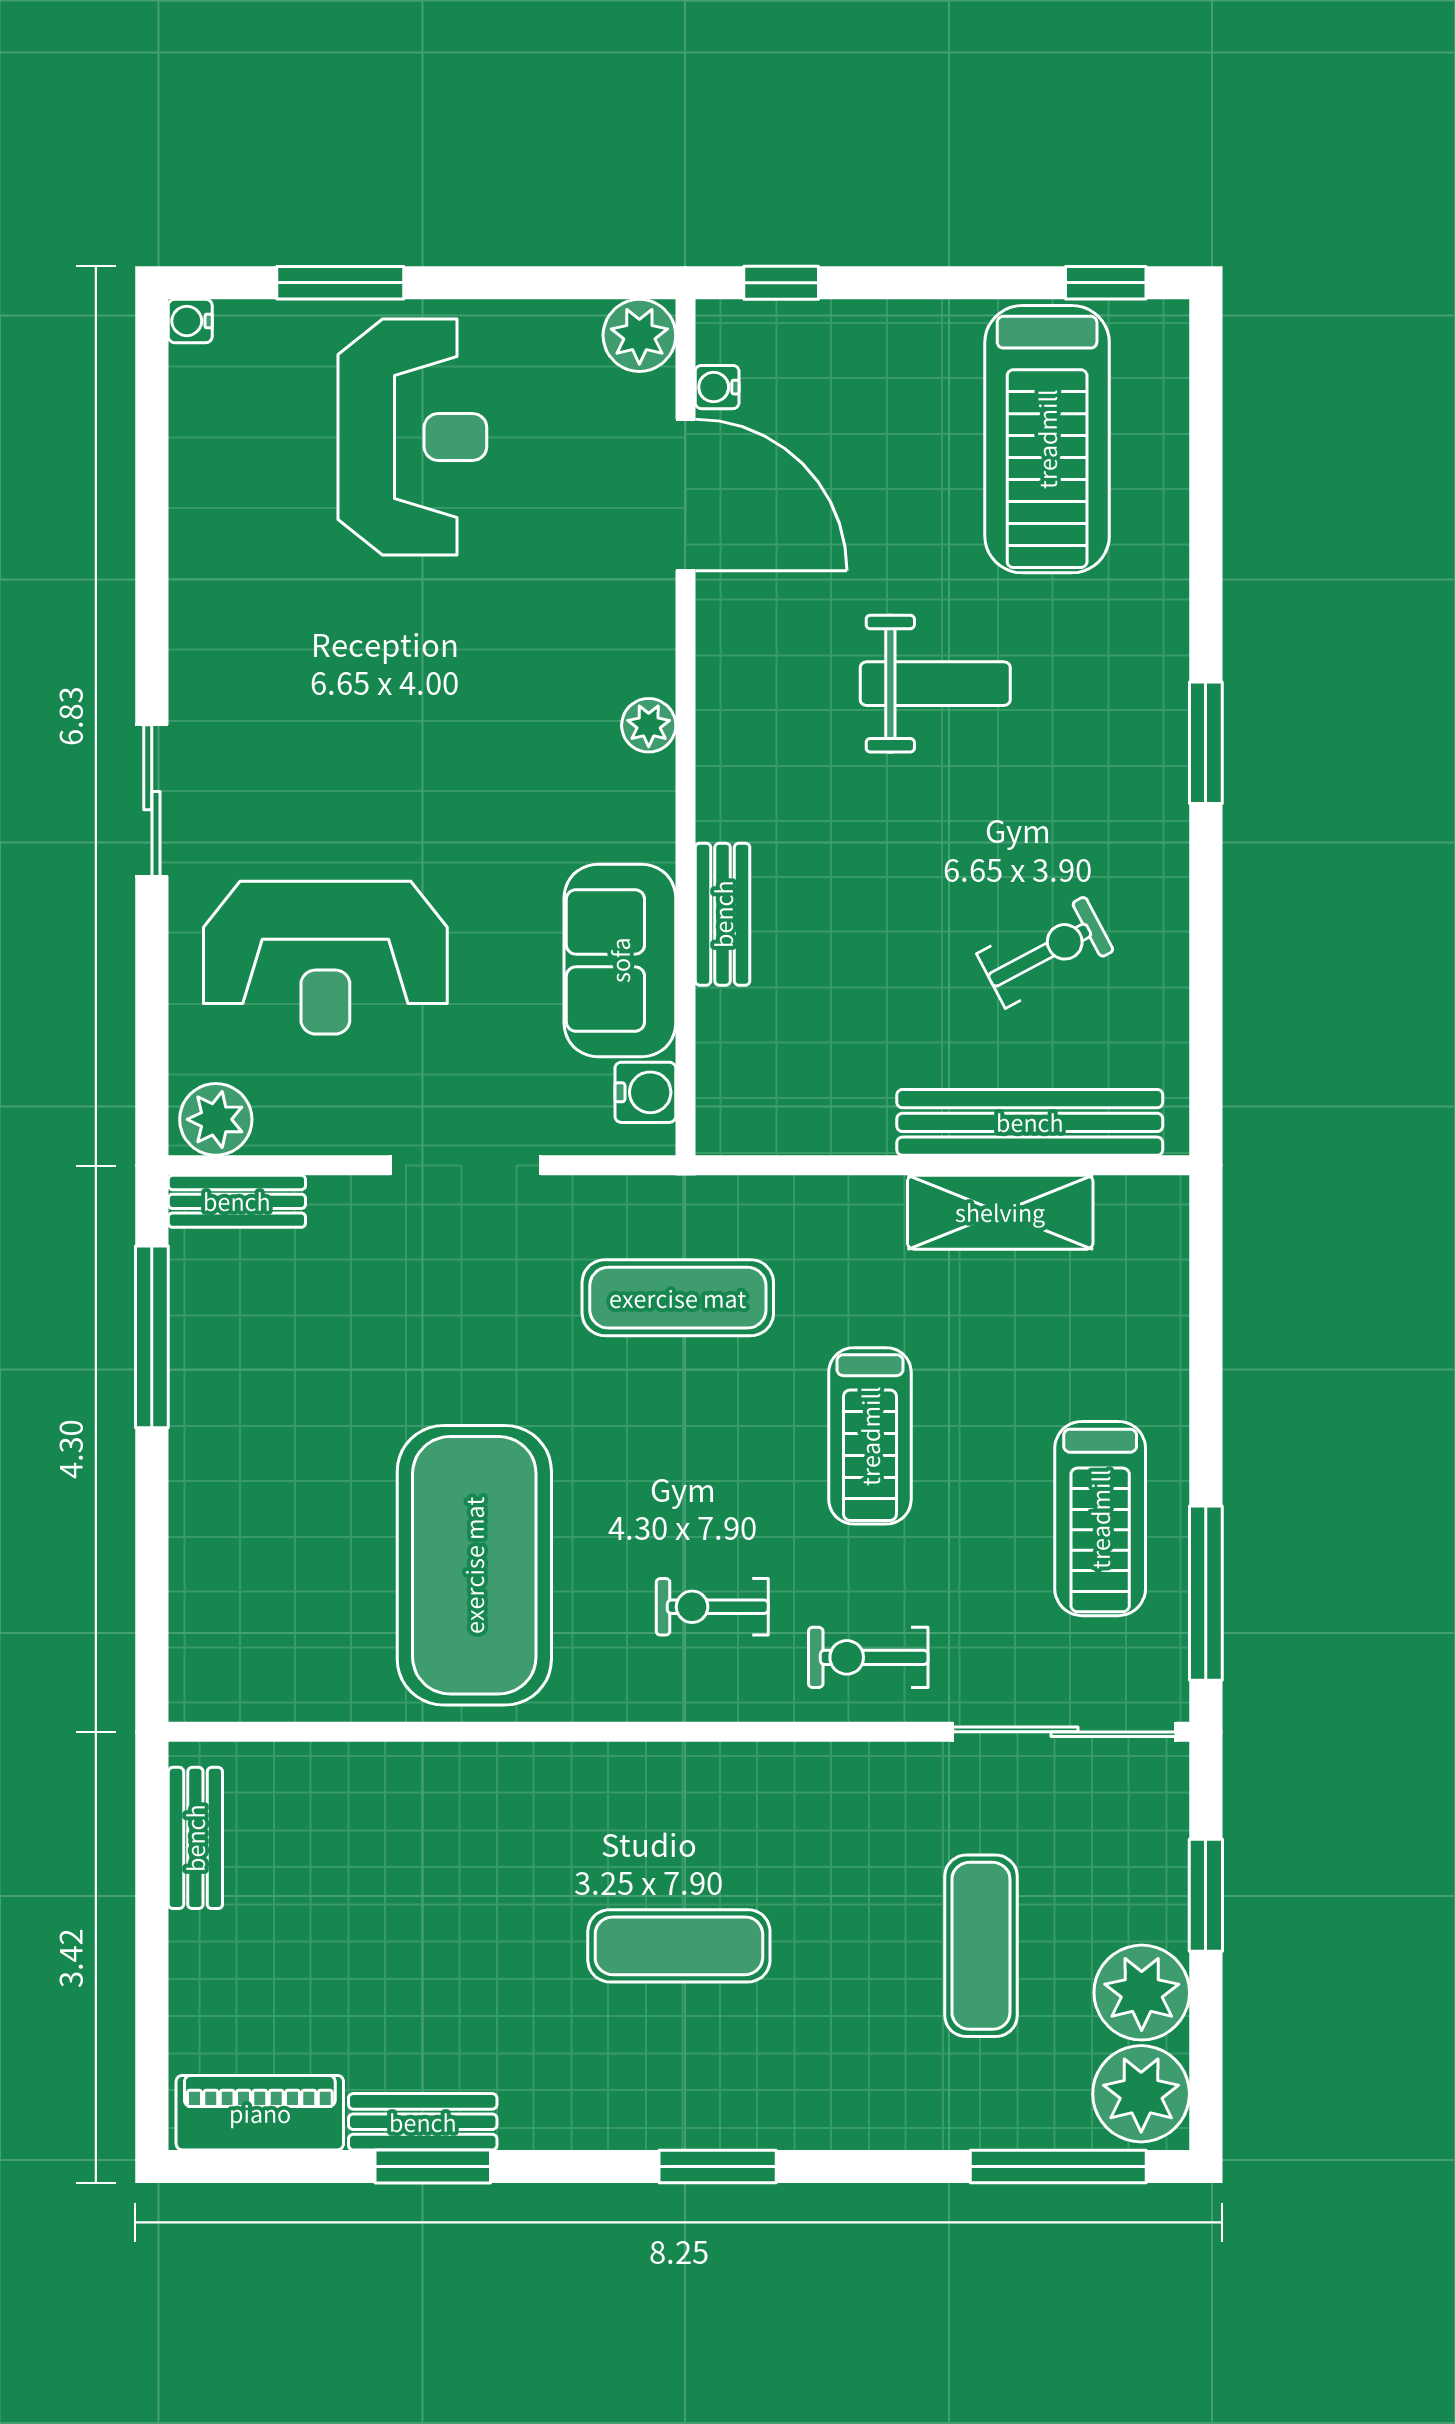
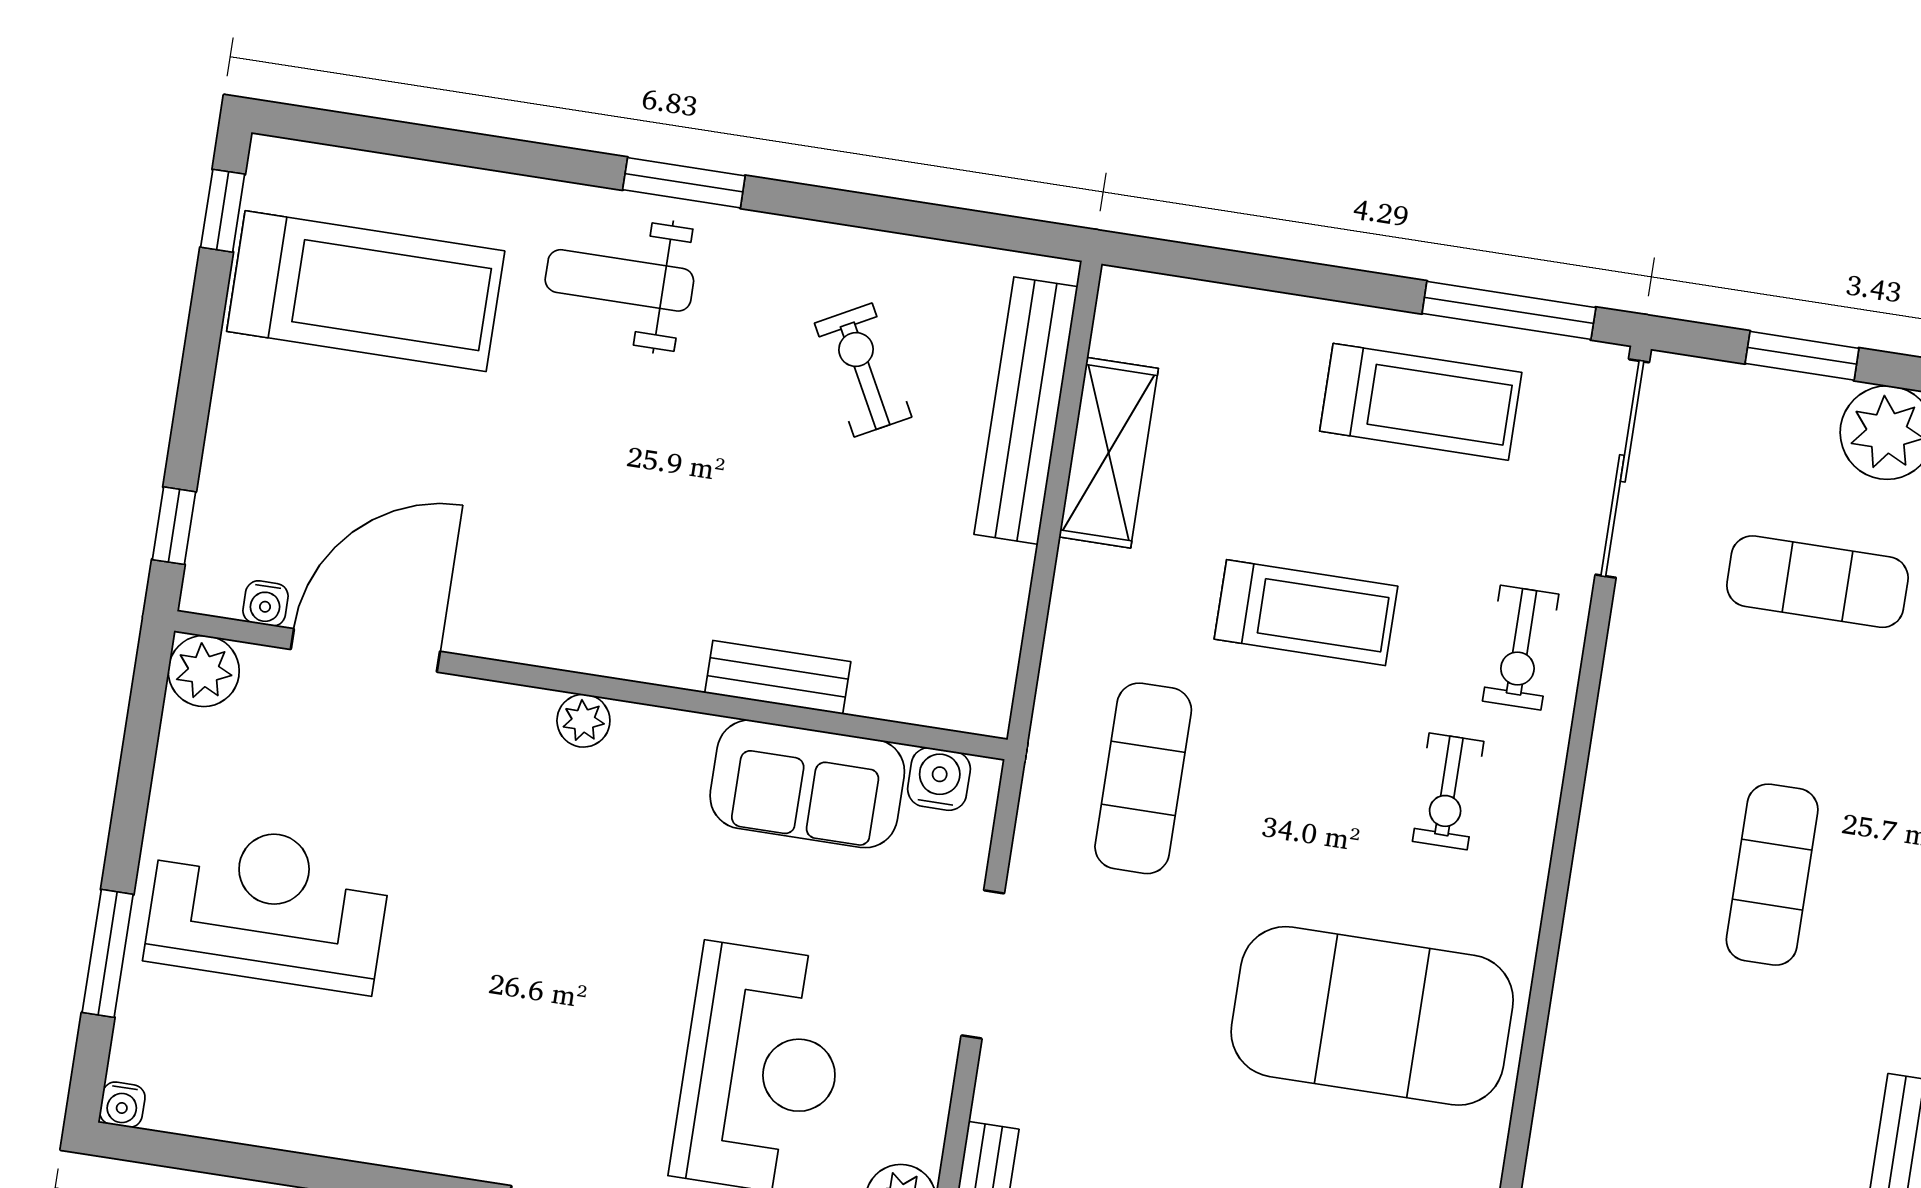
weight bench: (935, 684) -> (619, 280), moved, turned -90

